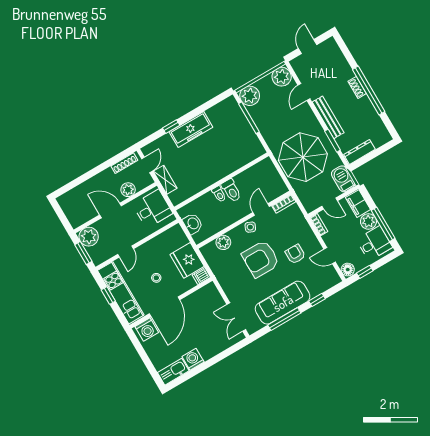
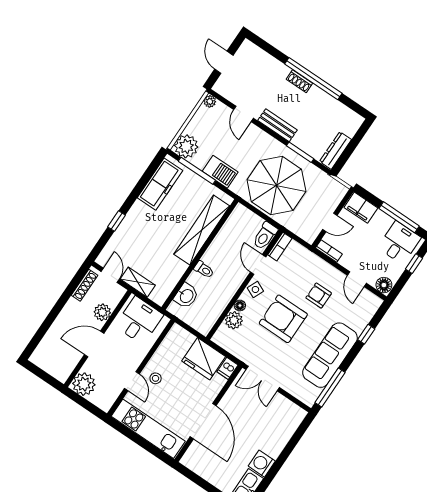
plant: (282, 77) -> (210, 101), width x0.53, depth x0.53
bench: (328, 117) -> (277, 125), width x0.73
freezer: (191, 130) -> (160, 184), moved
shelving: (231, 164) -> (202, 230), added
barbecue: (343, 179) -> (220, 172), moved, turned 180
toilet: (231, 190) -> (265, 236), moved, turned 90
plant: (368, 221) -> (381, 222), removed
washbasin: (193, 224) -> (186, 296), moved, turned 90
floor lamp: (233, 234) -> (240, 306), added
window: (83, 253) -> (87, 405), removed
door: (330, 256) -> (357, 279), hinge flipped
armchair: (261, 259) -> (283, 319), turned 90
window: (365, 272) -> (414, 264), moved
stool: (156, 278) -> (156, 378), moved
window: (108, 295) -> (136, 438), removed
double door: (236, 317) -> (263, 379), moved
window: (284, 319) -> (330, 388), moved
washing machine: (147, 330) -> (196, 455), removed

